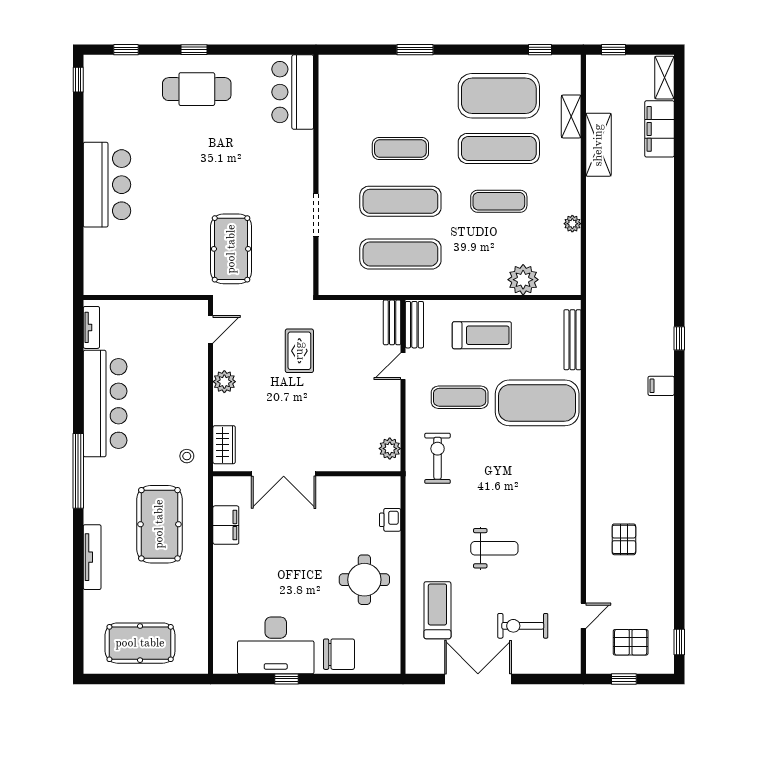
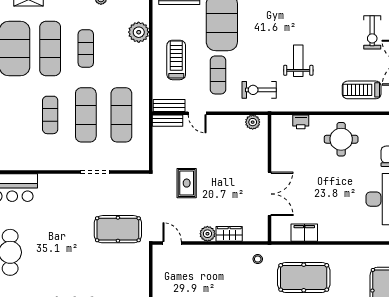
rug: (299, 351) -> (187, 183), turned 90
wardrobe: (224, 445) -> (229, 234), moved
weight bench: (494, 548) -> (298, 61), moved

